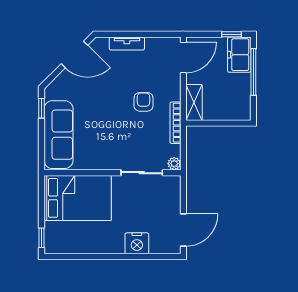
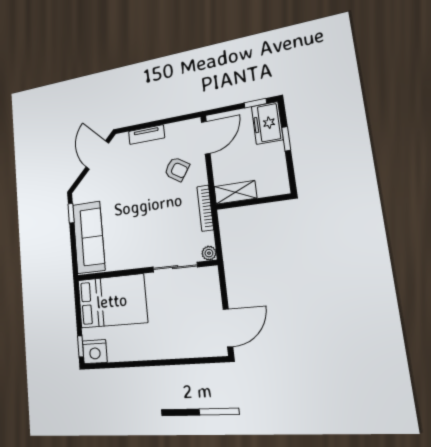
door: (74, 54) -> (97, 155), swing flipped
window: (253, 72) -> (286, 139), width x0.46
armchair: (144, 102) -> (177, 169), moved, turned 123
shelving: (194, 102) -> (235, 192), moved, turned 90
nightstand: (137, 243) -> (95, 352), moved

